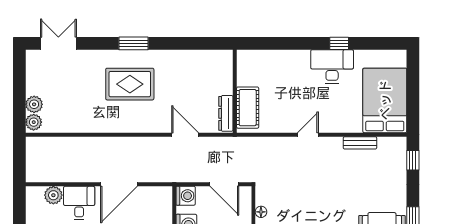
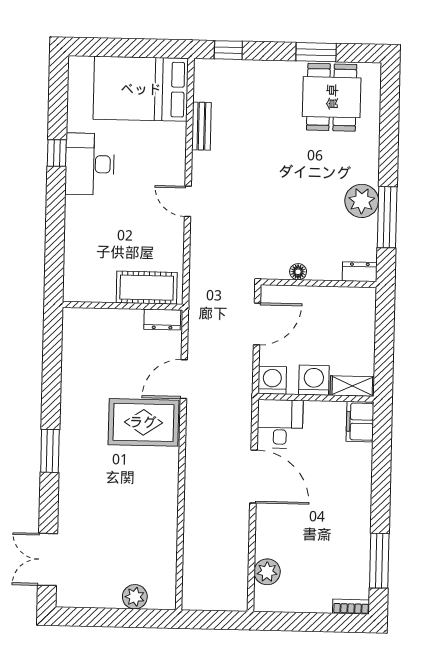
rug: (130, 84) -> (143, 422), moved, turned 90
dresser: (226, 113) -> (162, 320), width x0.70
plant: (34, 122) -> (161, 598), removed
desk: (79, 203) -> (280, 424), moved, turned 90

